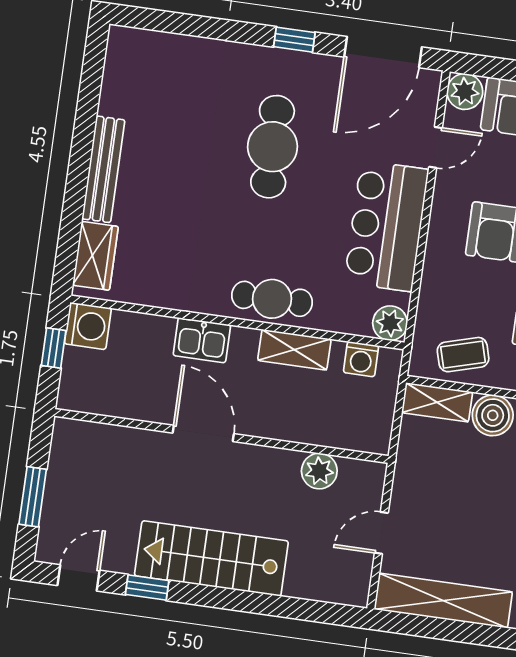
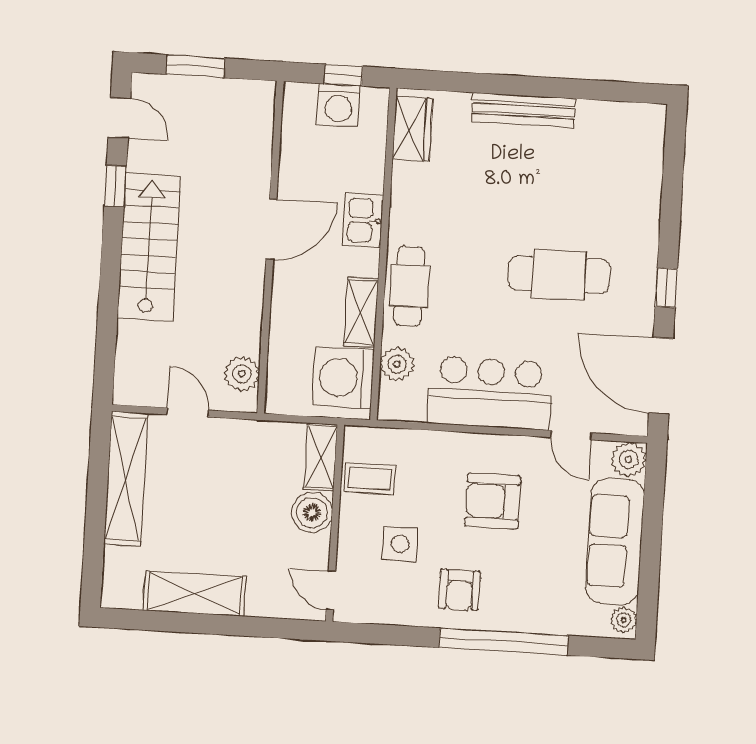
wardrobe: (95, 256) -> (412, 129), moved, turned -90
plant: (390, 323) -> (397, 364), moved
washing machine: (88, 326) -> (338, 105), moved
coffee table: (463, 355) -> (370, 479), turned -74
washing machine: (361, 359) -> (343, 378), width x1.89, depth x1.89
plant: (319, 471) -> (242, 374), moved

